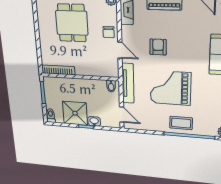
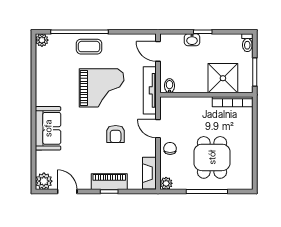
shower: (75, 113) -> (223, 78), moved

